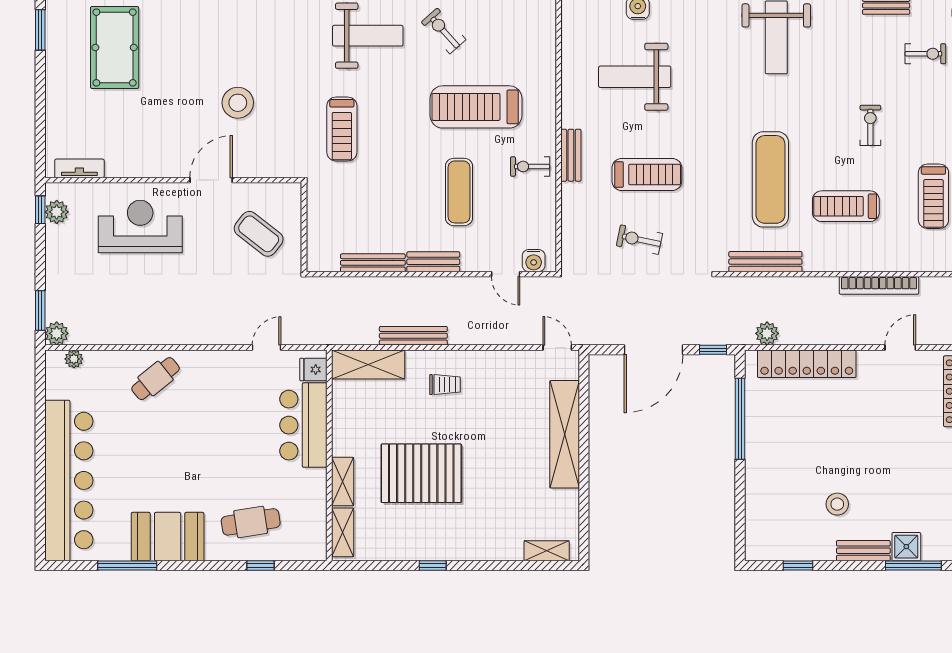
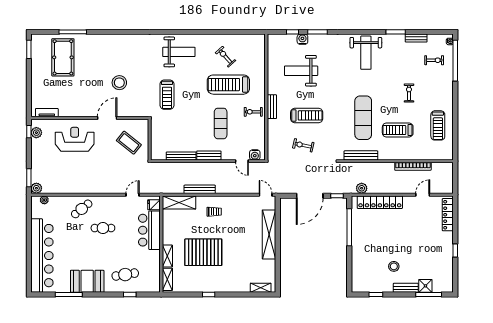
exercise bike: (444, 31) -> (225, 57), moved
cafe table: (202, 420) -> (103, 228), added

